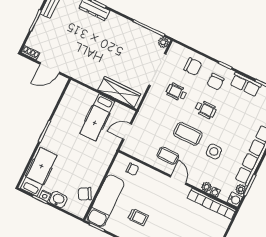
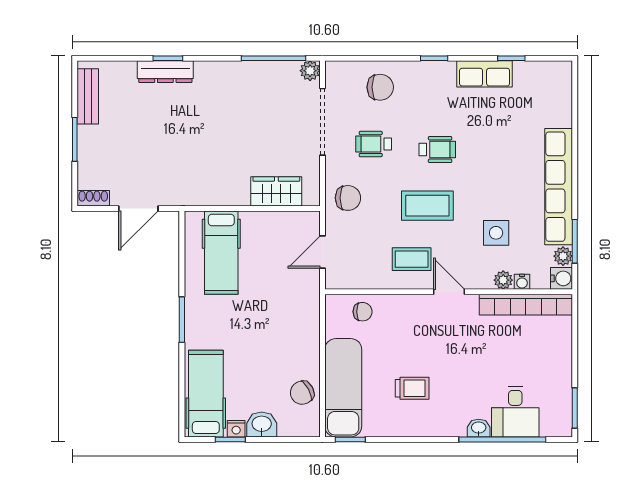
chair: (216, 82) -> (348, 198), moved, turned -90
wardrobe: (119, 92) -> (276, 191), width x0.67
hospital bed: (97, 117) -> (221, 253), moved
side table: (214, 152) -> (496, 233), moved

